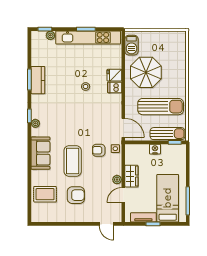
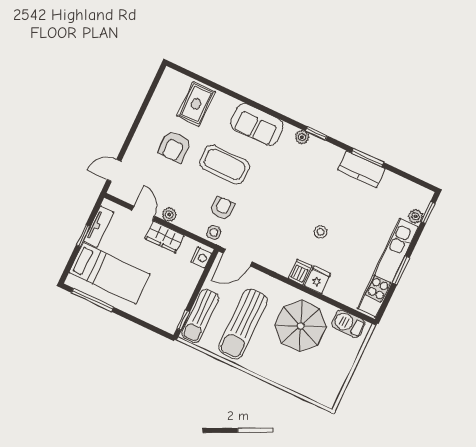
nightstand: (155, 149) -> (201, 258), moved

